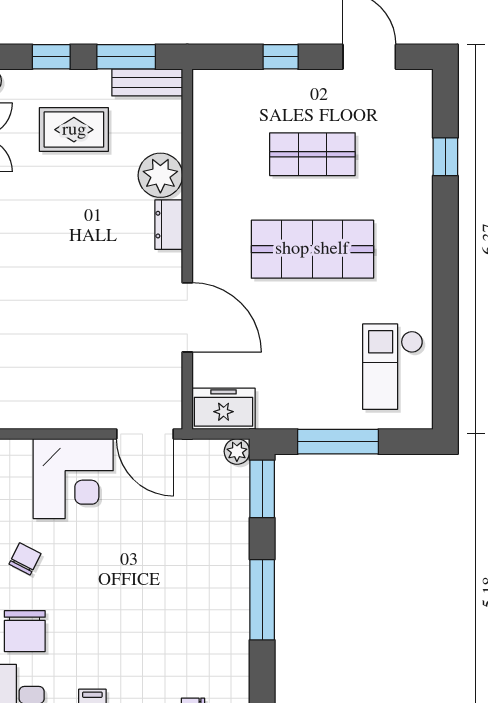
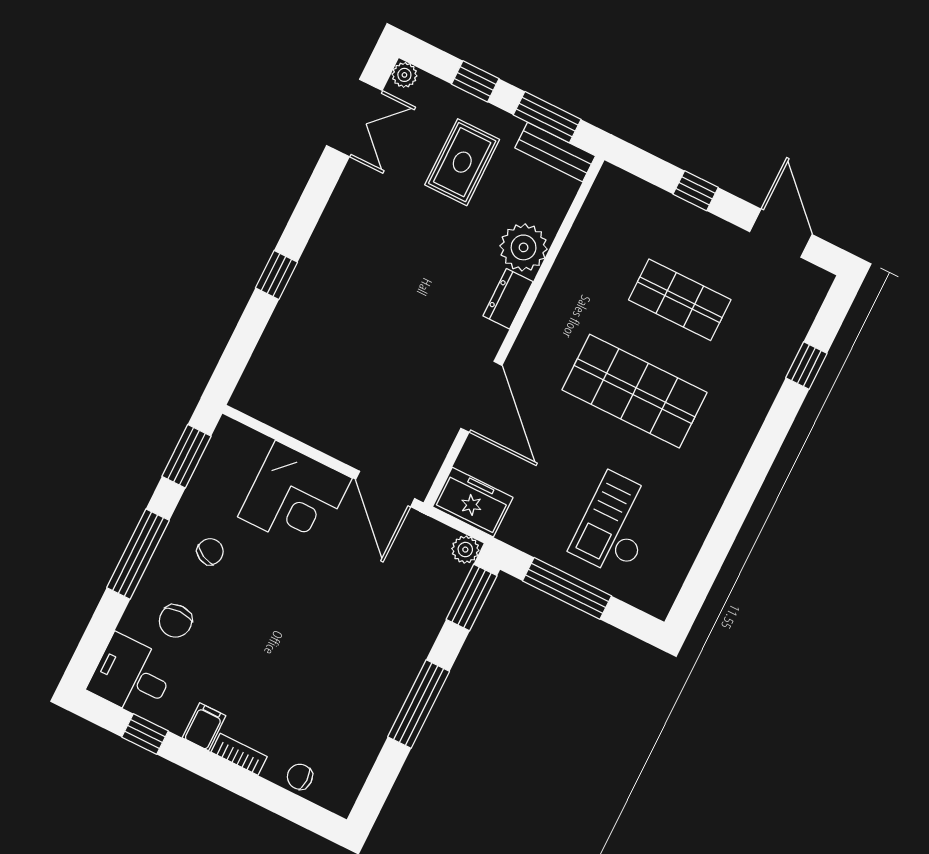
rug: (74, 130) -> (462, 162), turned 90
checkout: (393, 367) -> (616, 524), moved
chair: (25, 631) -> (175, 621), width x0.73, depth x0.73

